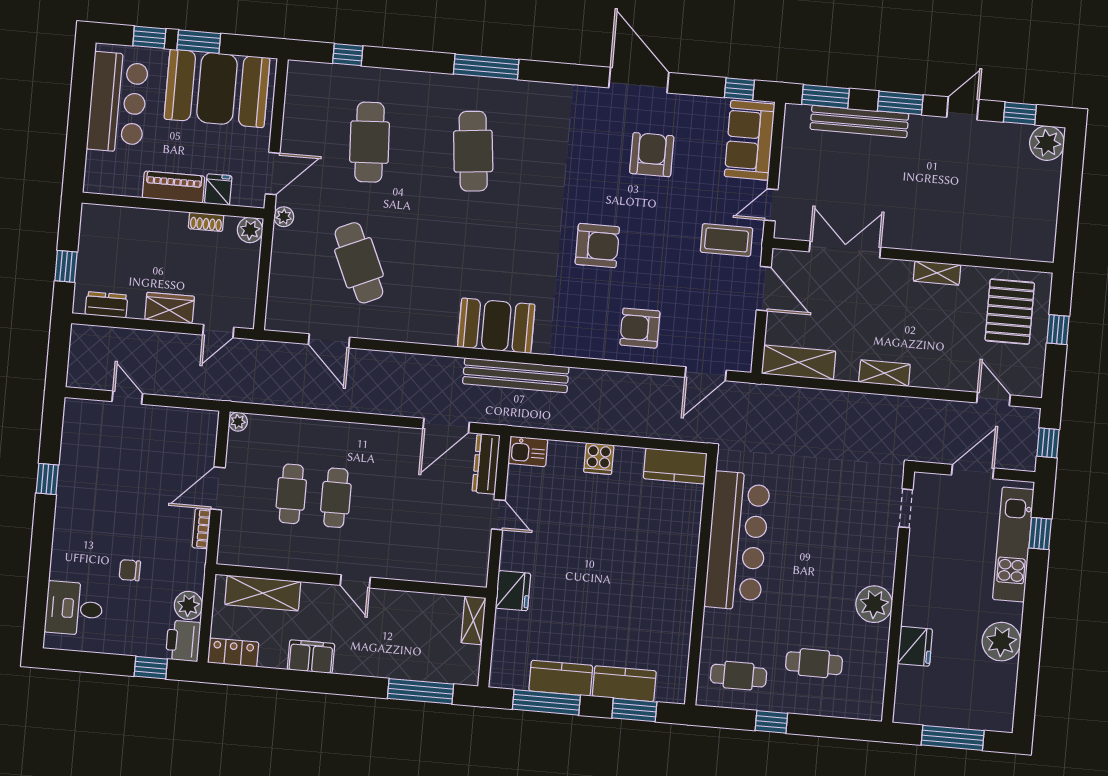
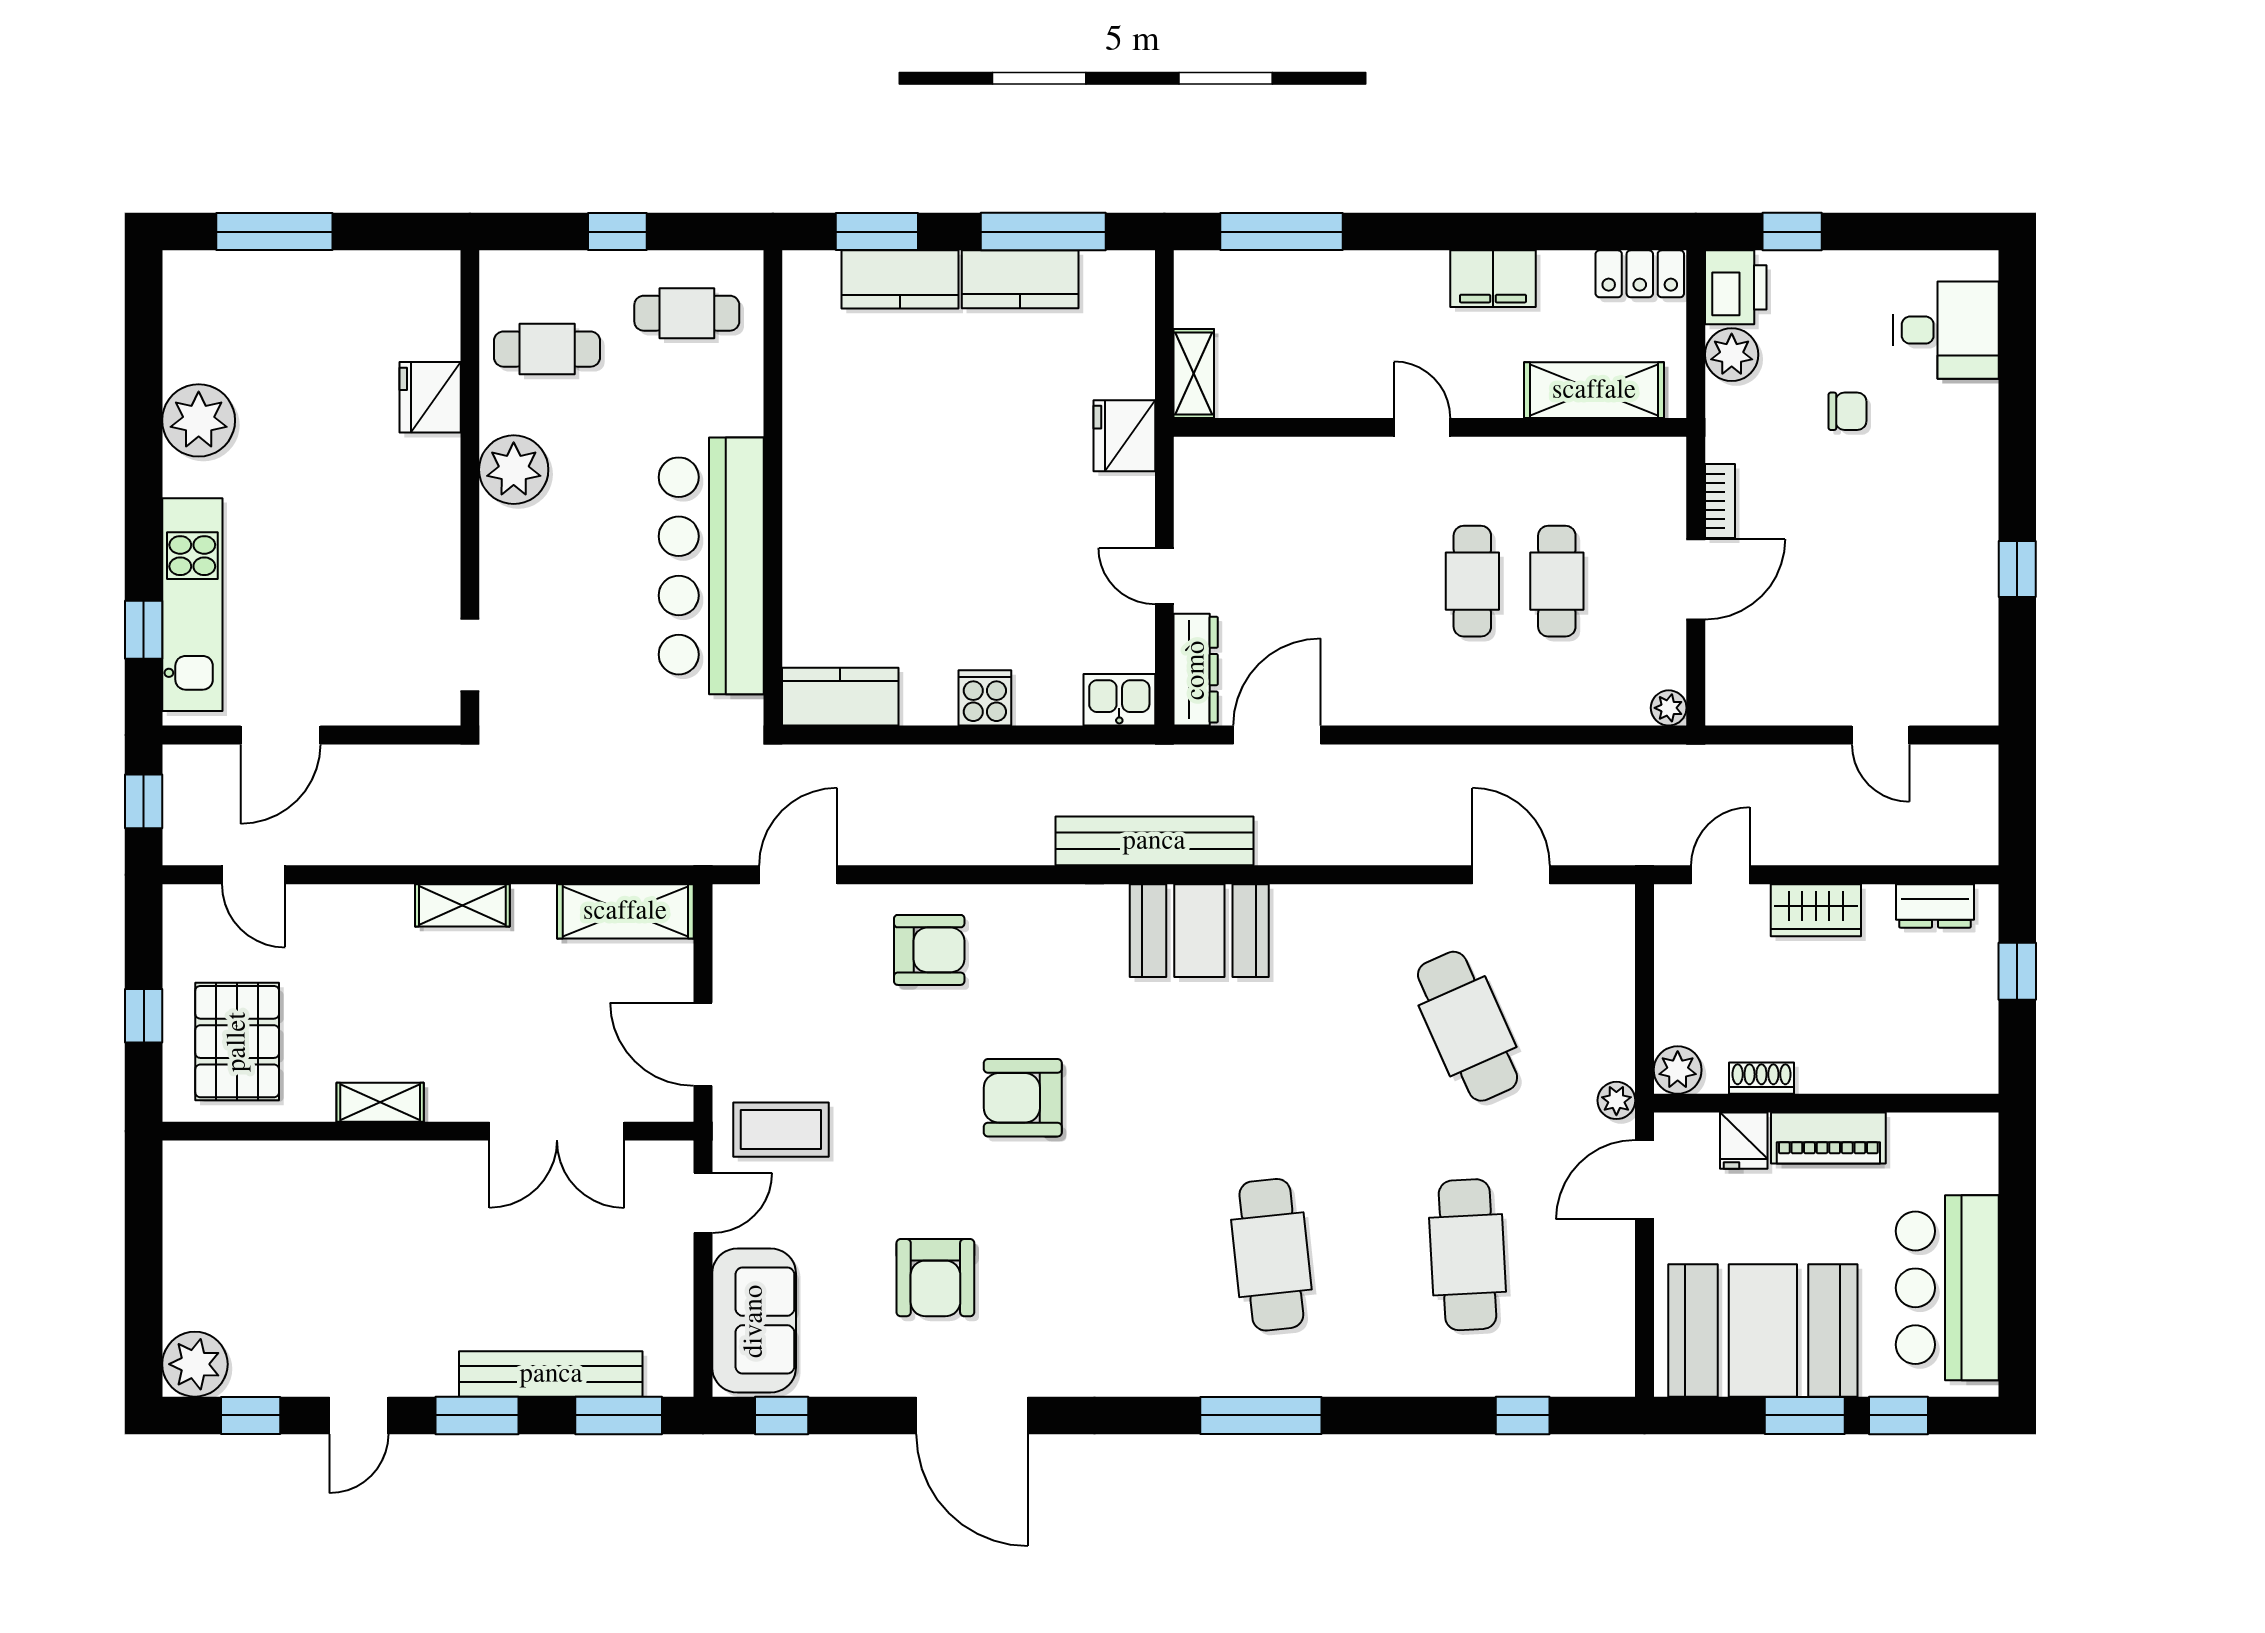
doorway: (906, 508) -> (470, 655), moved
wall: (898, 597) -> (470, 488), moved
plant: (874, 604) -> (514, 470), moved
fridge: (915, 646) -> (430, 397), moved

